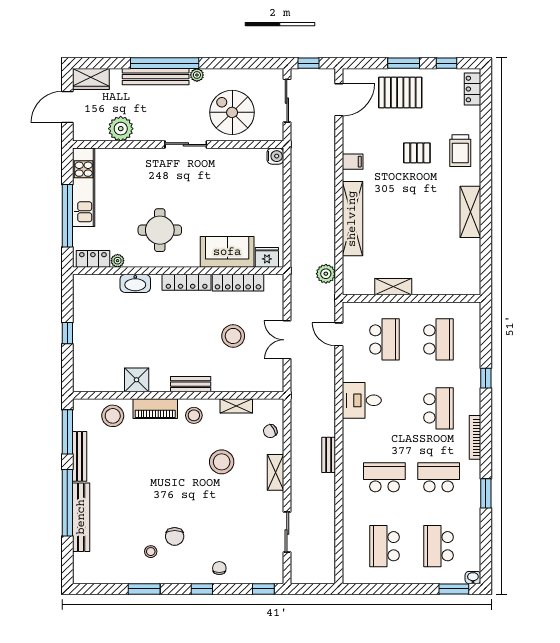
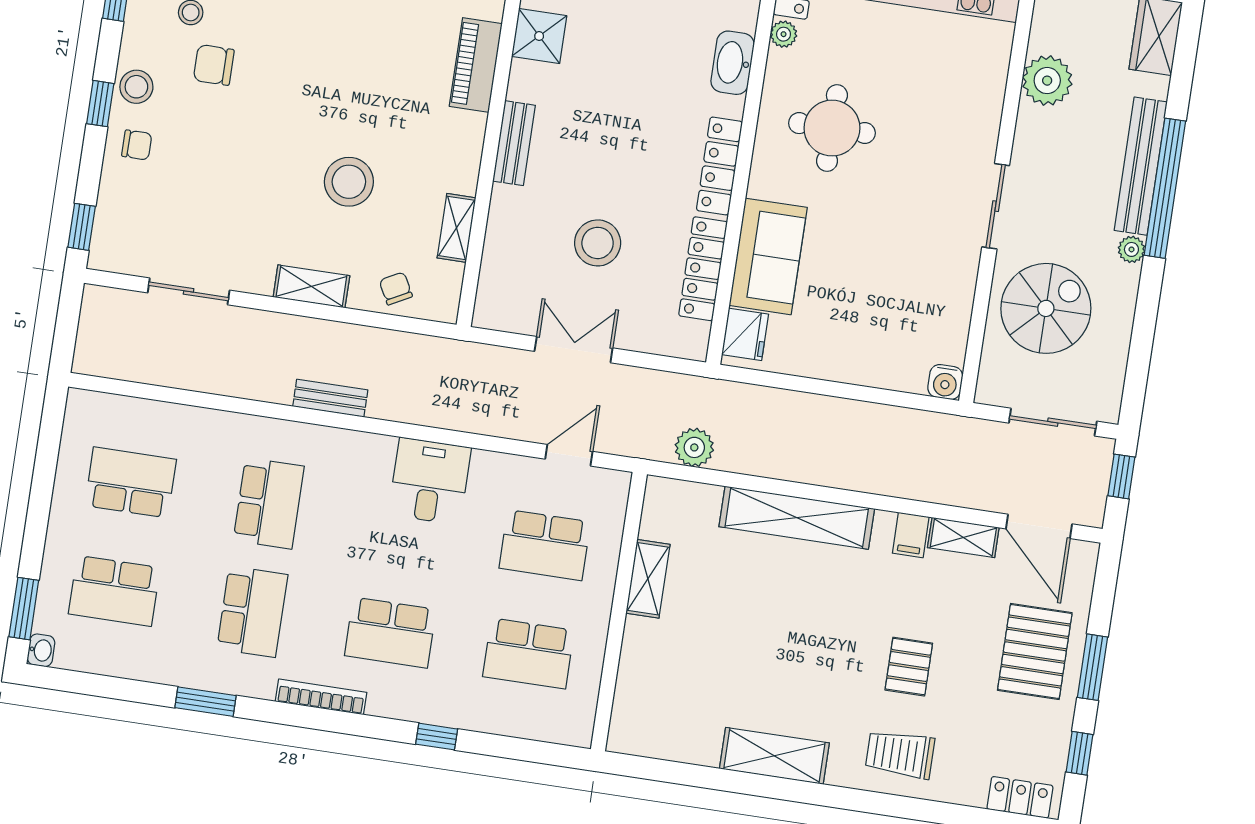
shelving: (350, 136) -> (963, 537), added
stool: (194, 415) -> (136, 87), moved
school desk: (439, 546) -> (114, 591), turned 180

